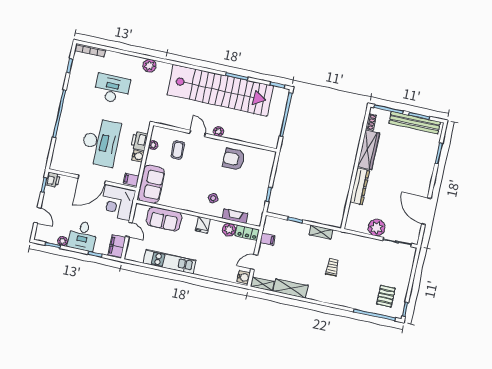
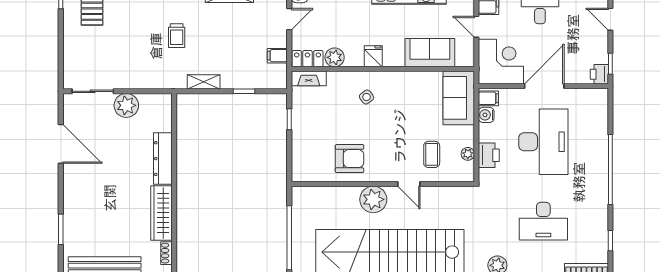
plant: (219, 131) -> (373, 199), width x1.88, depth x1.88
desk: (100, 142) -> (543, 142), turned 180
water cooler: (138, 156) -> (486, 115), moved
fireplace: (235, 216) -> (309, 78), moved

